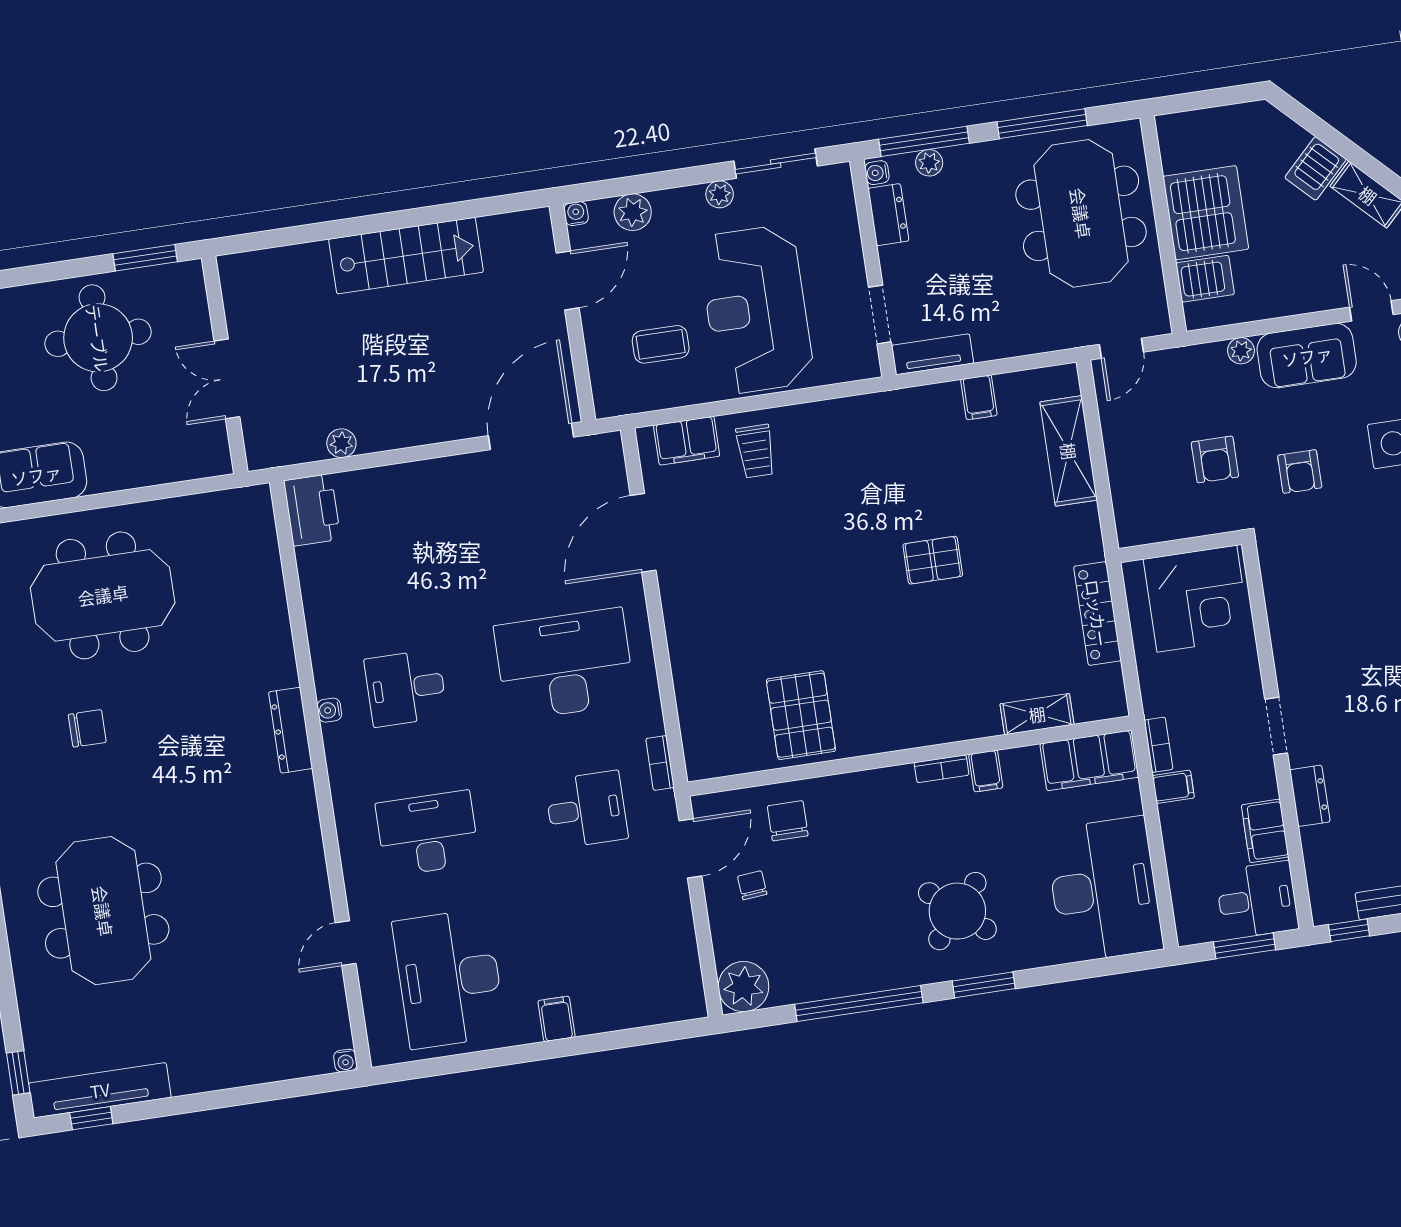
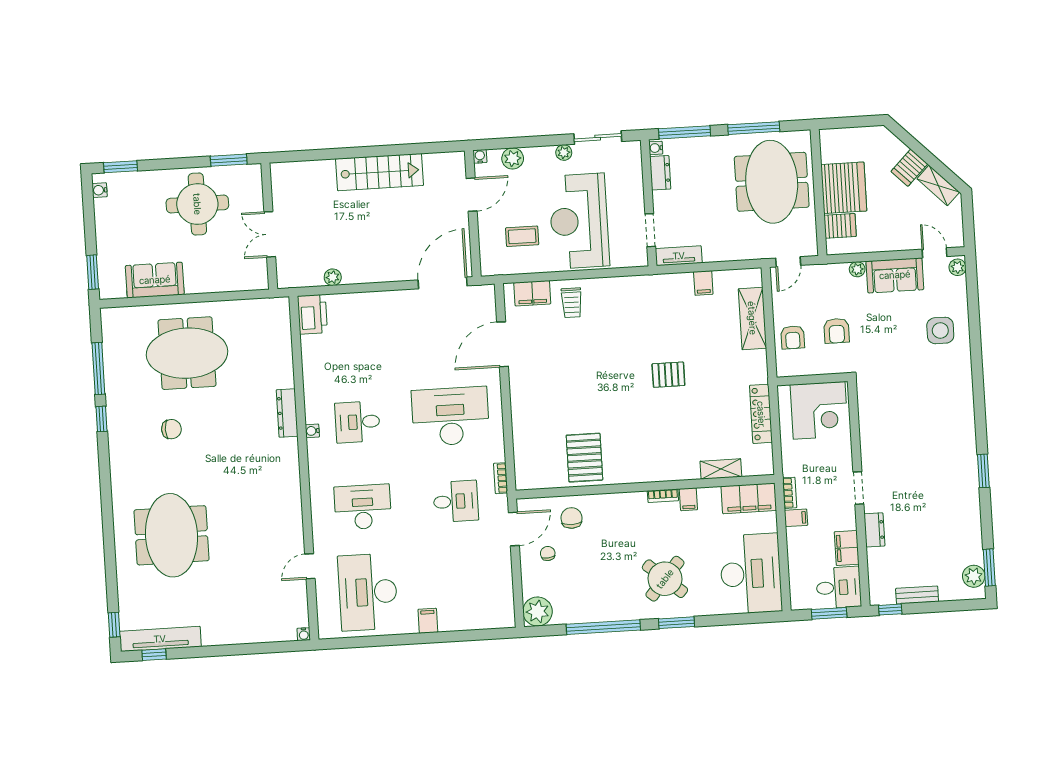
plant: (929, 163) -> (686, 145), removed
armchair: (1300, 472) -> (793, 337), moved
dresser: (291, 730) -> (287, 413), moved

